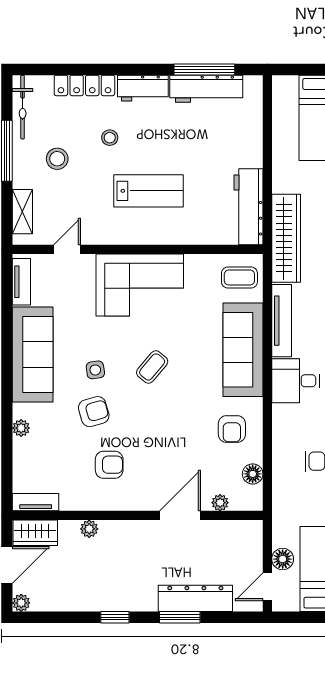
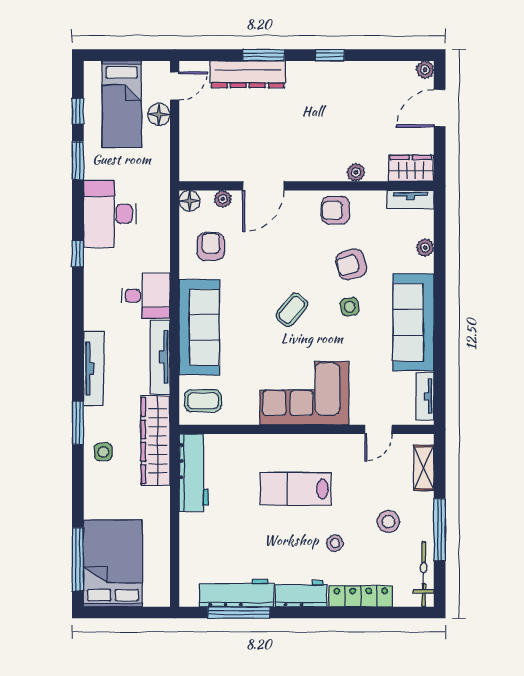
tv unit: (36, 502) -> (410, 199), moved
plant: (220, 503) -> (223, 199), moved
wall: (138, 515) -> (307, 186), moved
door: (180, 515) -> (263, 186), moved
plant: (89, 529) -> (356, 172), moved
wardrobe: (35, 533) -> (411, 168), moved

